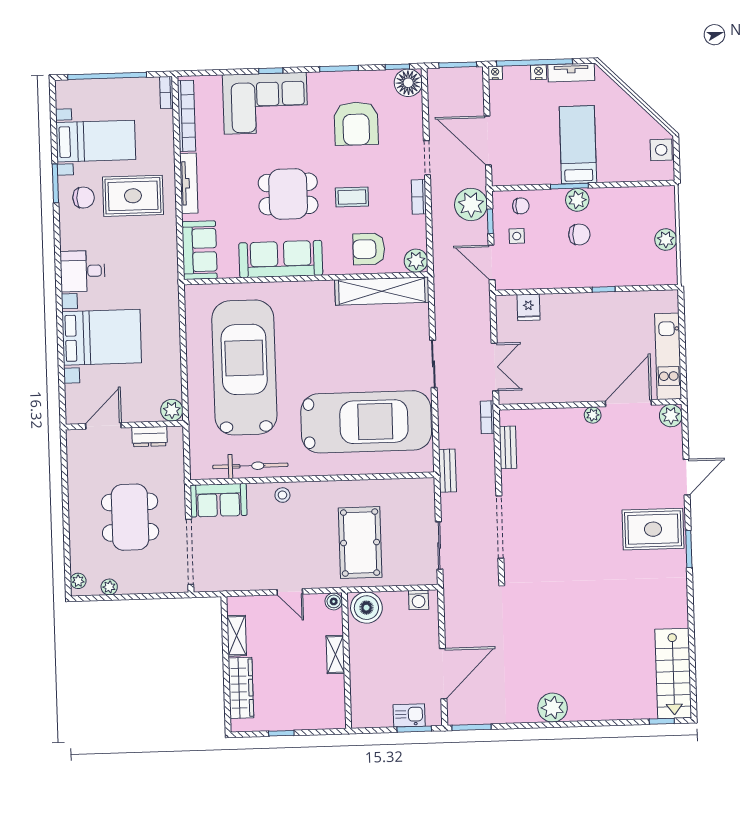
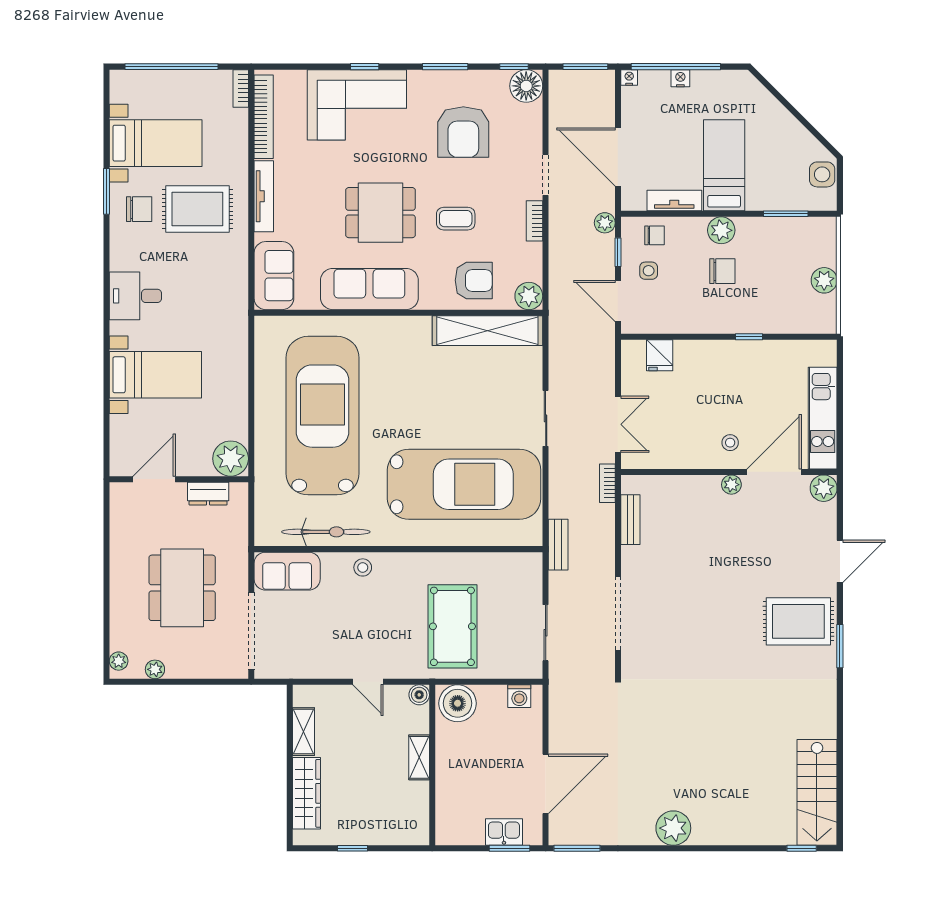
tv unit: (571, 73) -> (674, 200), moved, turned 180
window: (569, 186) -> (786, 214), moved
plant: (471, 204) -> (605, 223), width x0.53, depth x0.53
armchair: (369, 249) -> (474, 280), turned 180
bed with nightstands: (102, 337) -> (155, 375), width x0.73
stool: (590, 380) -> (730, 443), added
plant: (172, 410) -> (231, 459), width x1.36, depth x1.36

